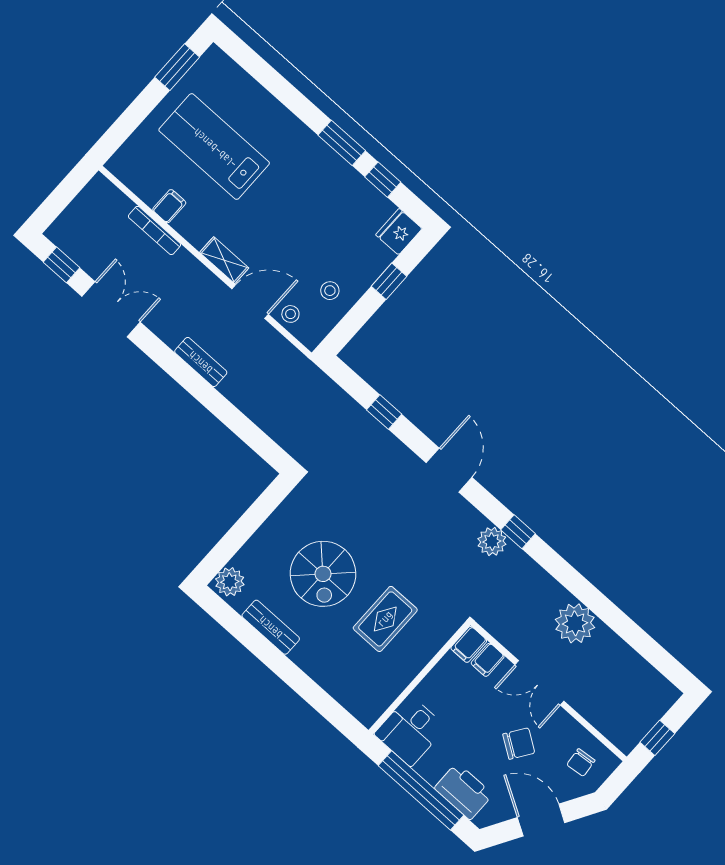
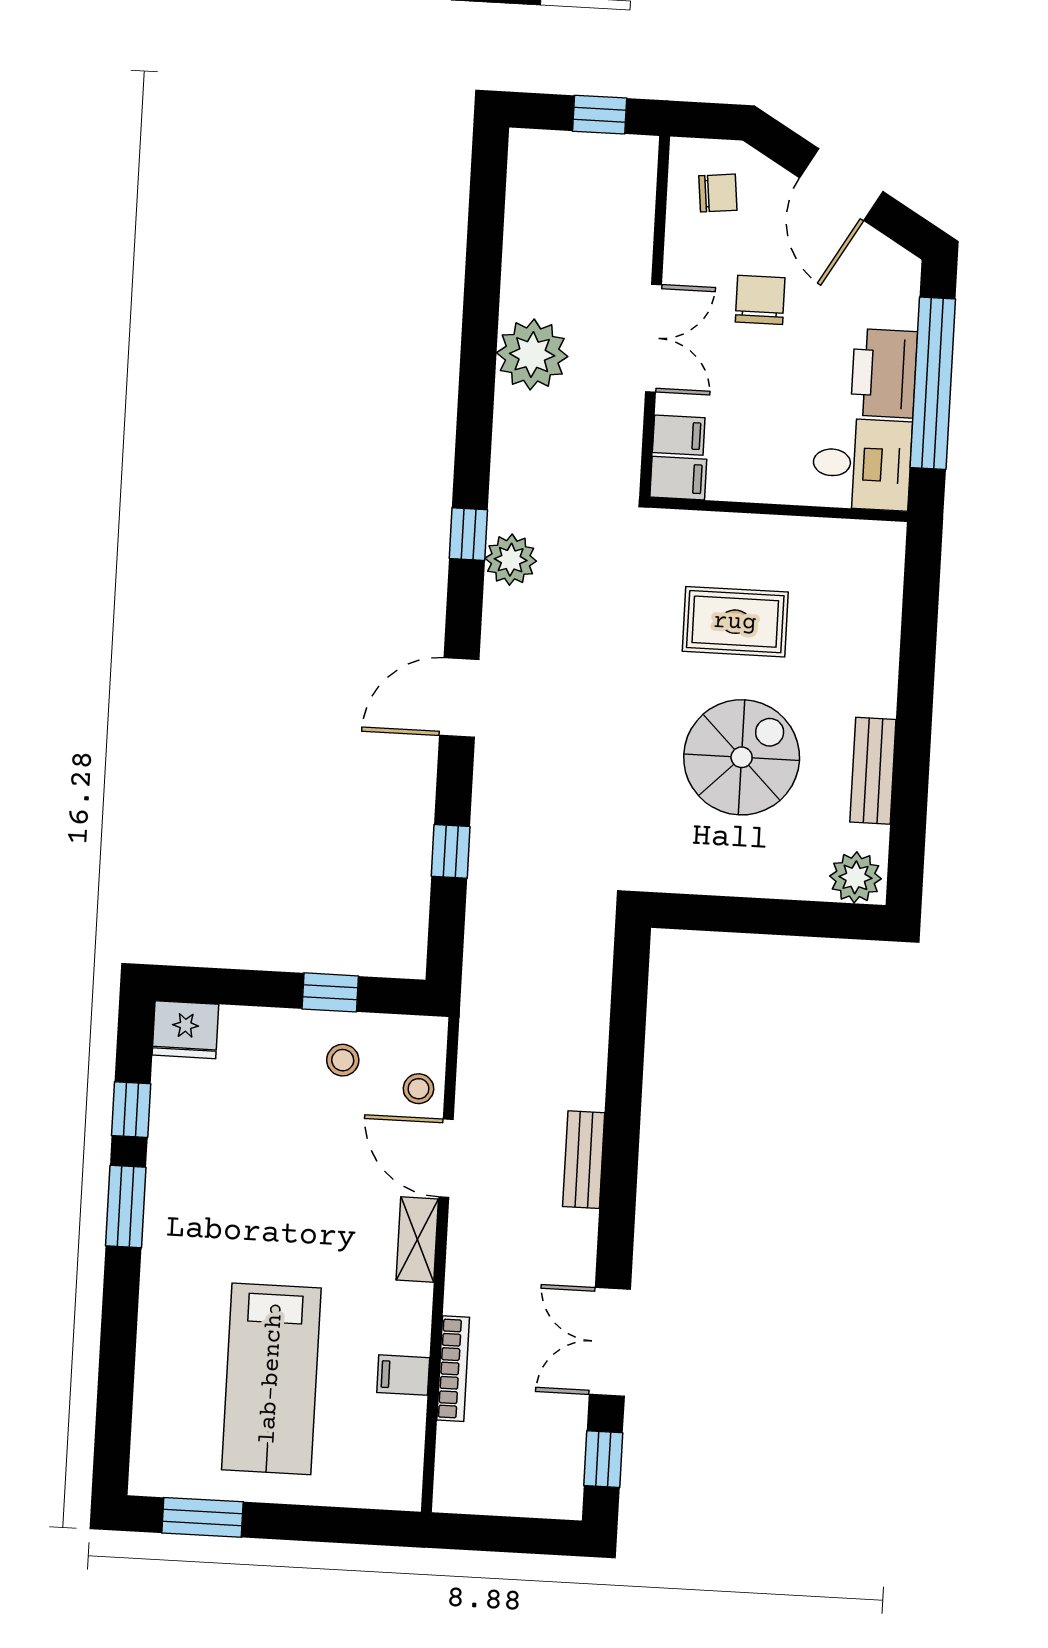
window: (389, 281) -> (330, 992), moved
chair: (519, 744) -> (760, 300), turned 56
printer: (464, 791) -> (884, 373), moved

